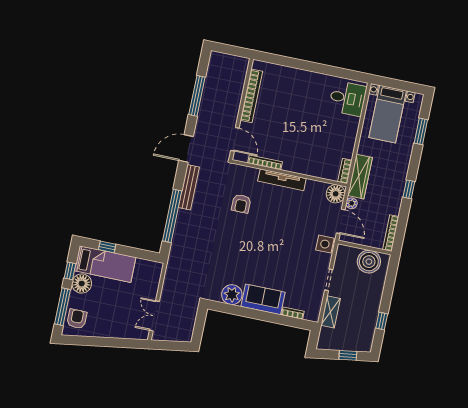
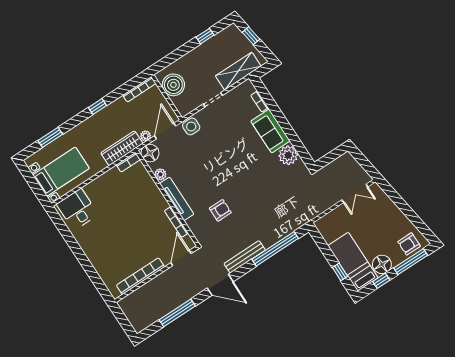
plant: (312, 186) -> (160, 174), added
shelving: (331, 312) -> (238, 71), width x1.50, depth x1.33

